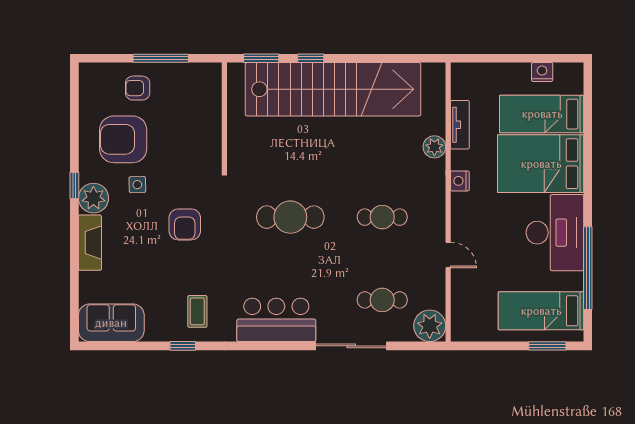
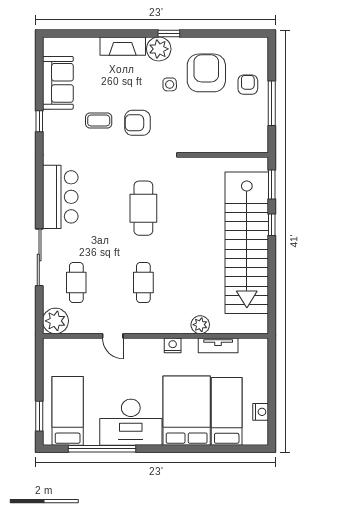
door: (448, 255) -> (113, 336), hinge flipped
coffee table: (197, 311) -> (99, 121), moved
sofa: (111, 323) -> (58, 83), moved

